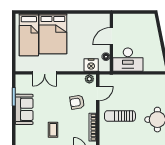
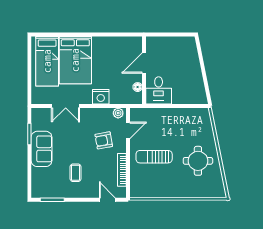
desk: (128, 60) -> (159, 90), width x0.73
nightstand: (91, 65) -> (101, 97), moved

